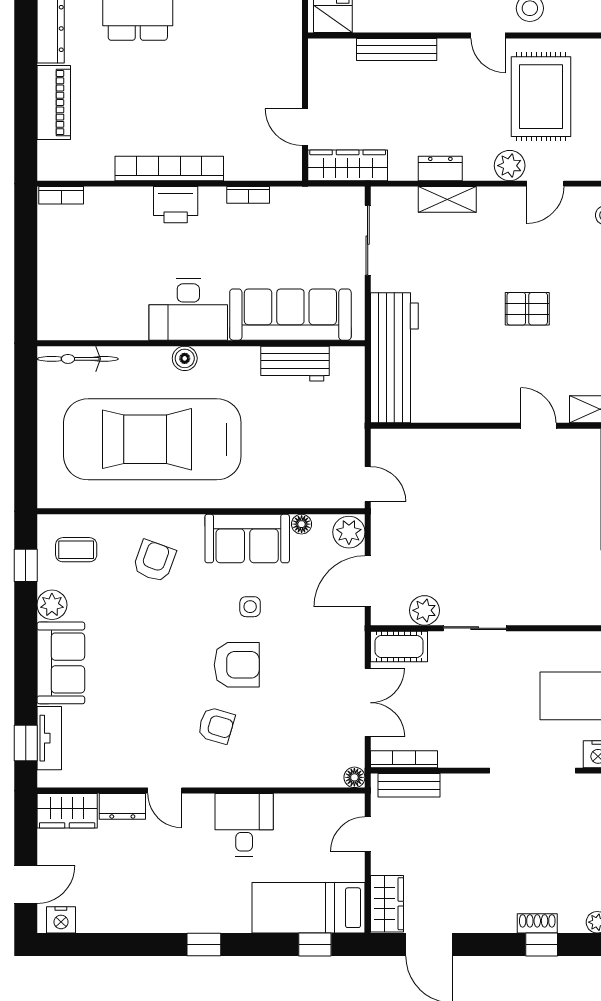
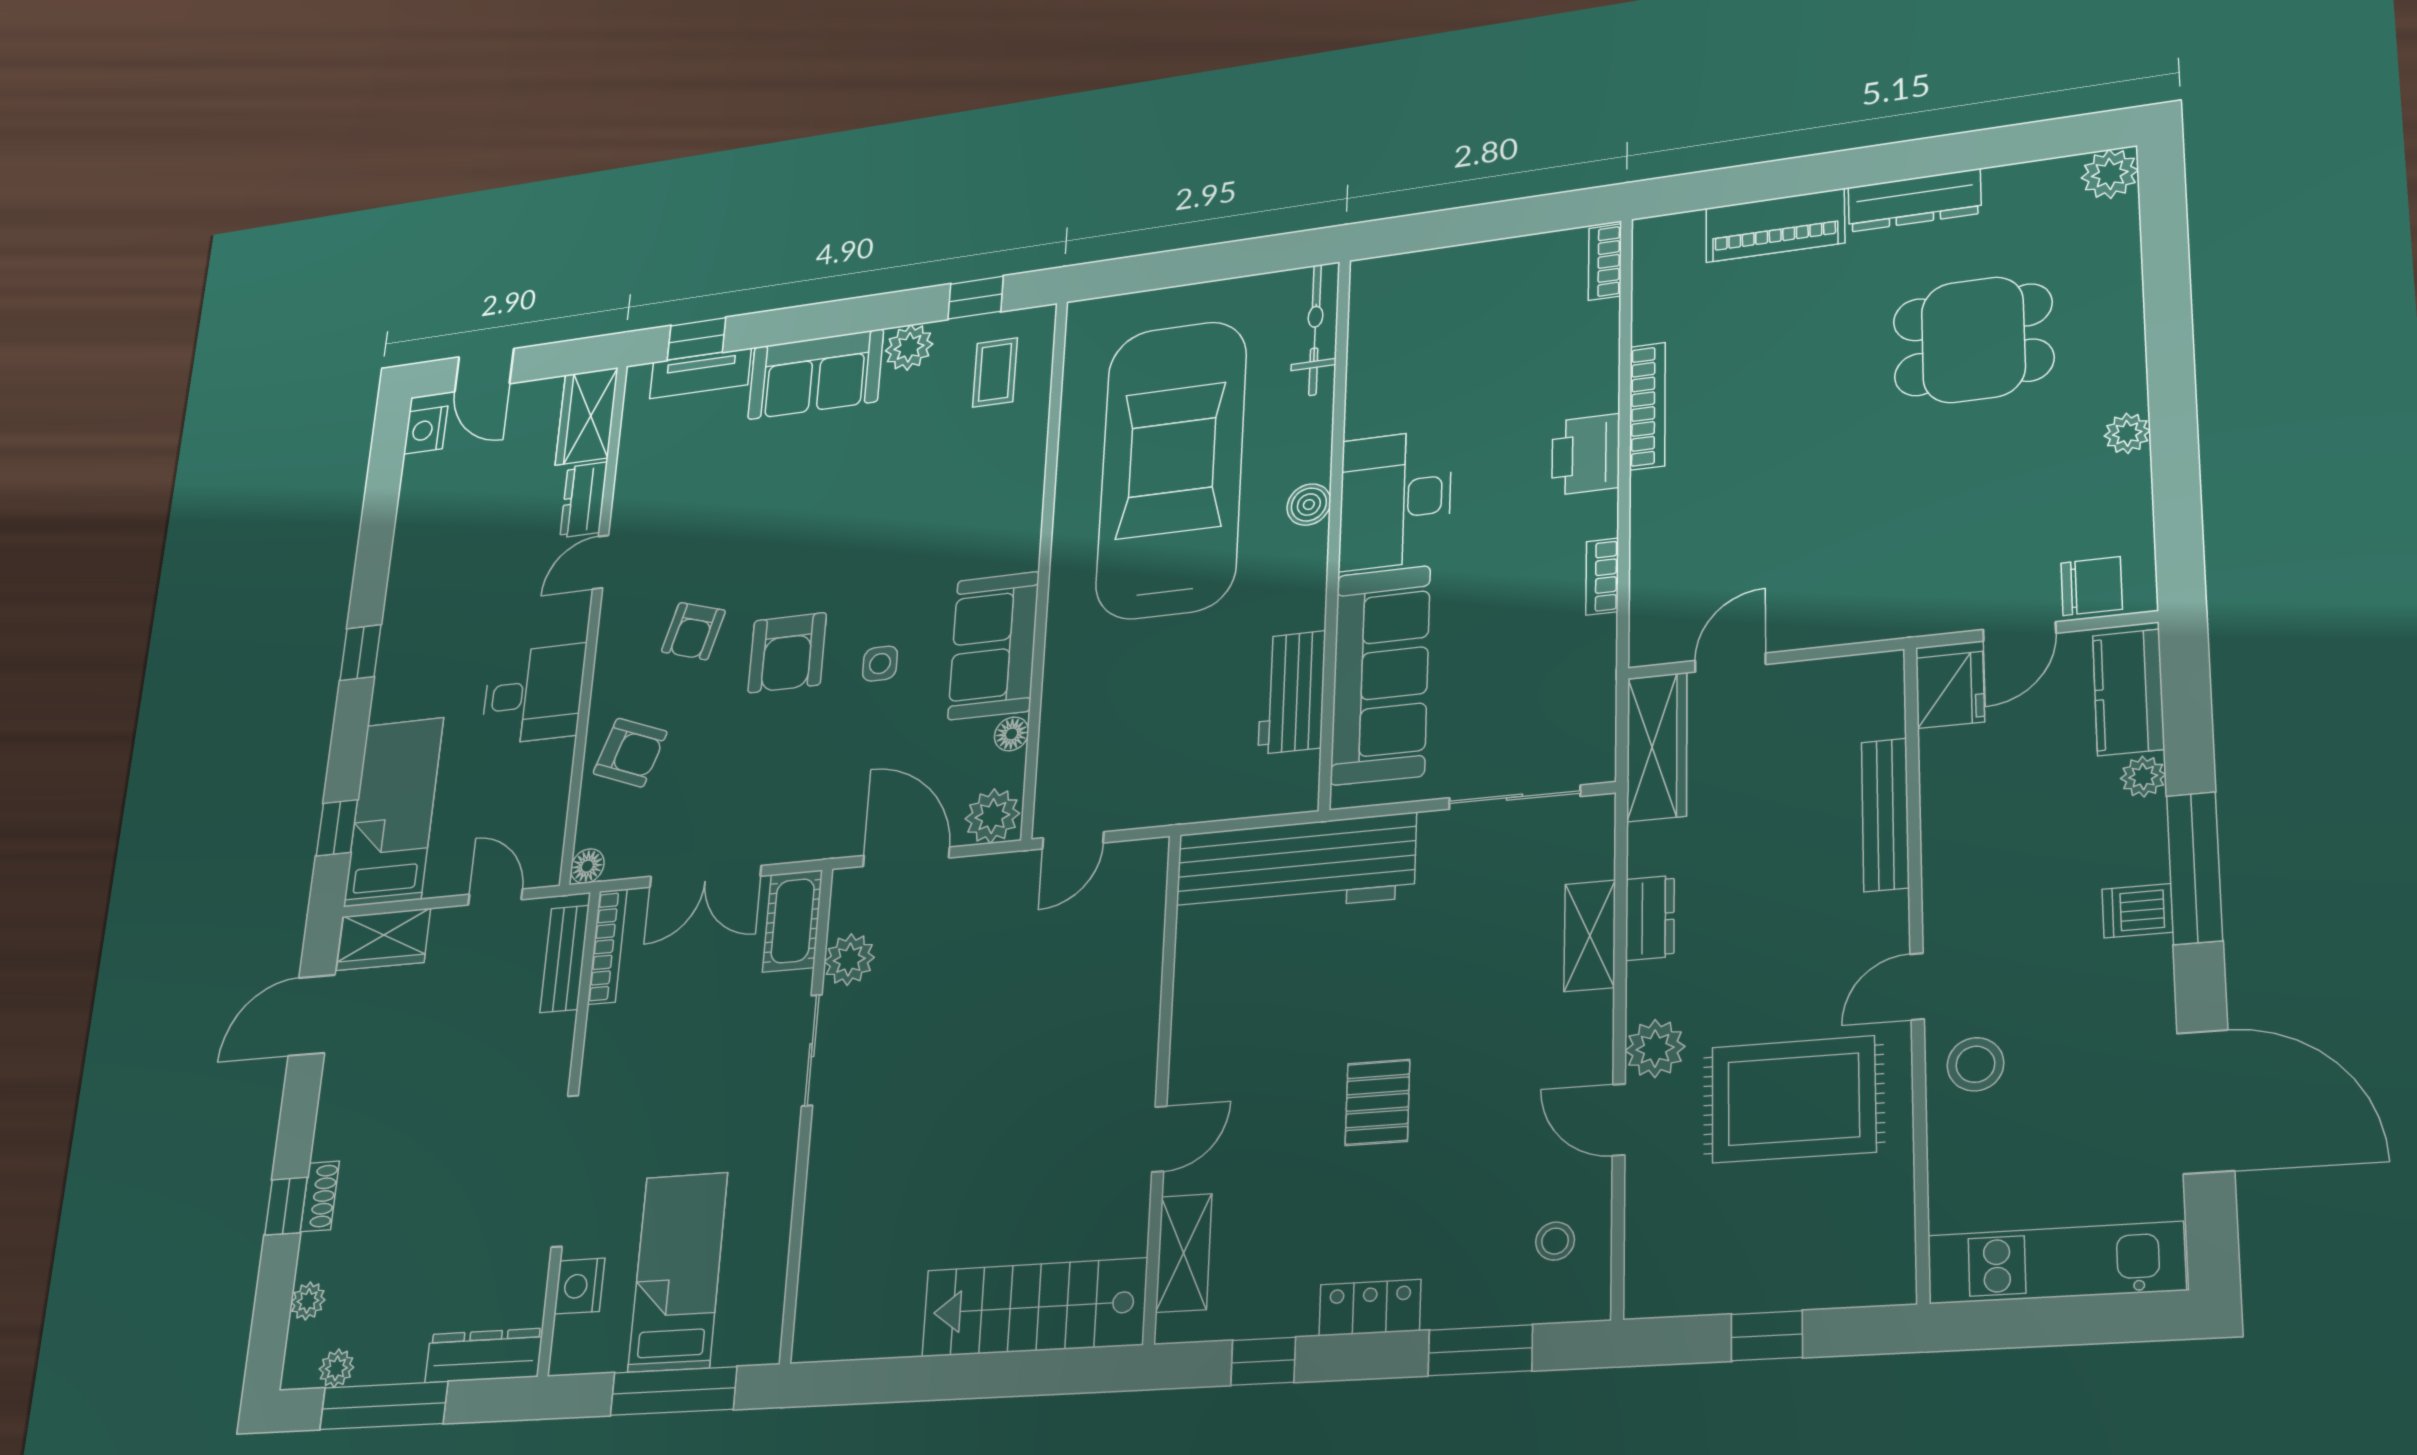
bookcase: (169, 168) -> (1647, 406), width x0.68, depth x0.76
armchair: (154, 561) -> (630, 753), moved

